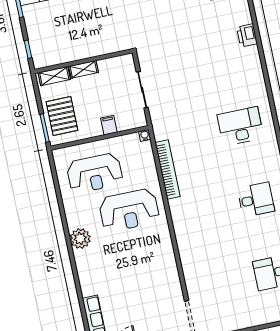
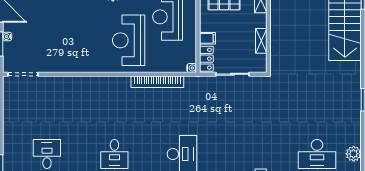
shelving: (84, 69) -> (261, 41), moved
locker: (131, 122) -> (206, 59), added

